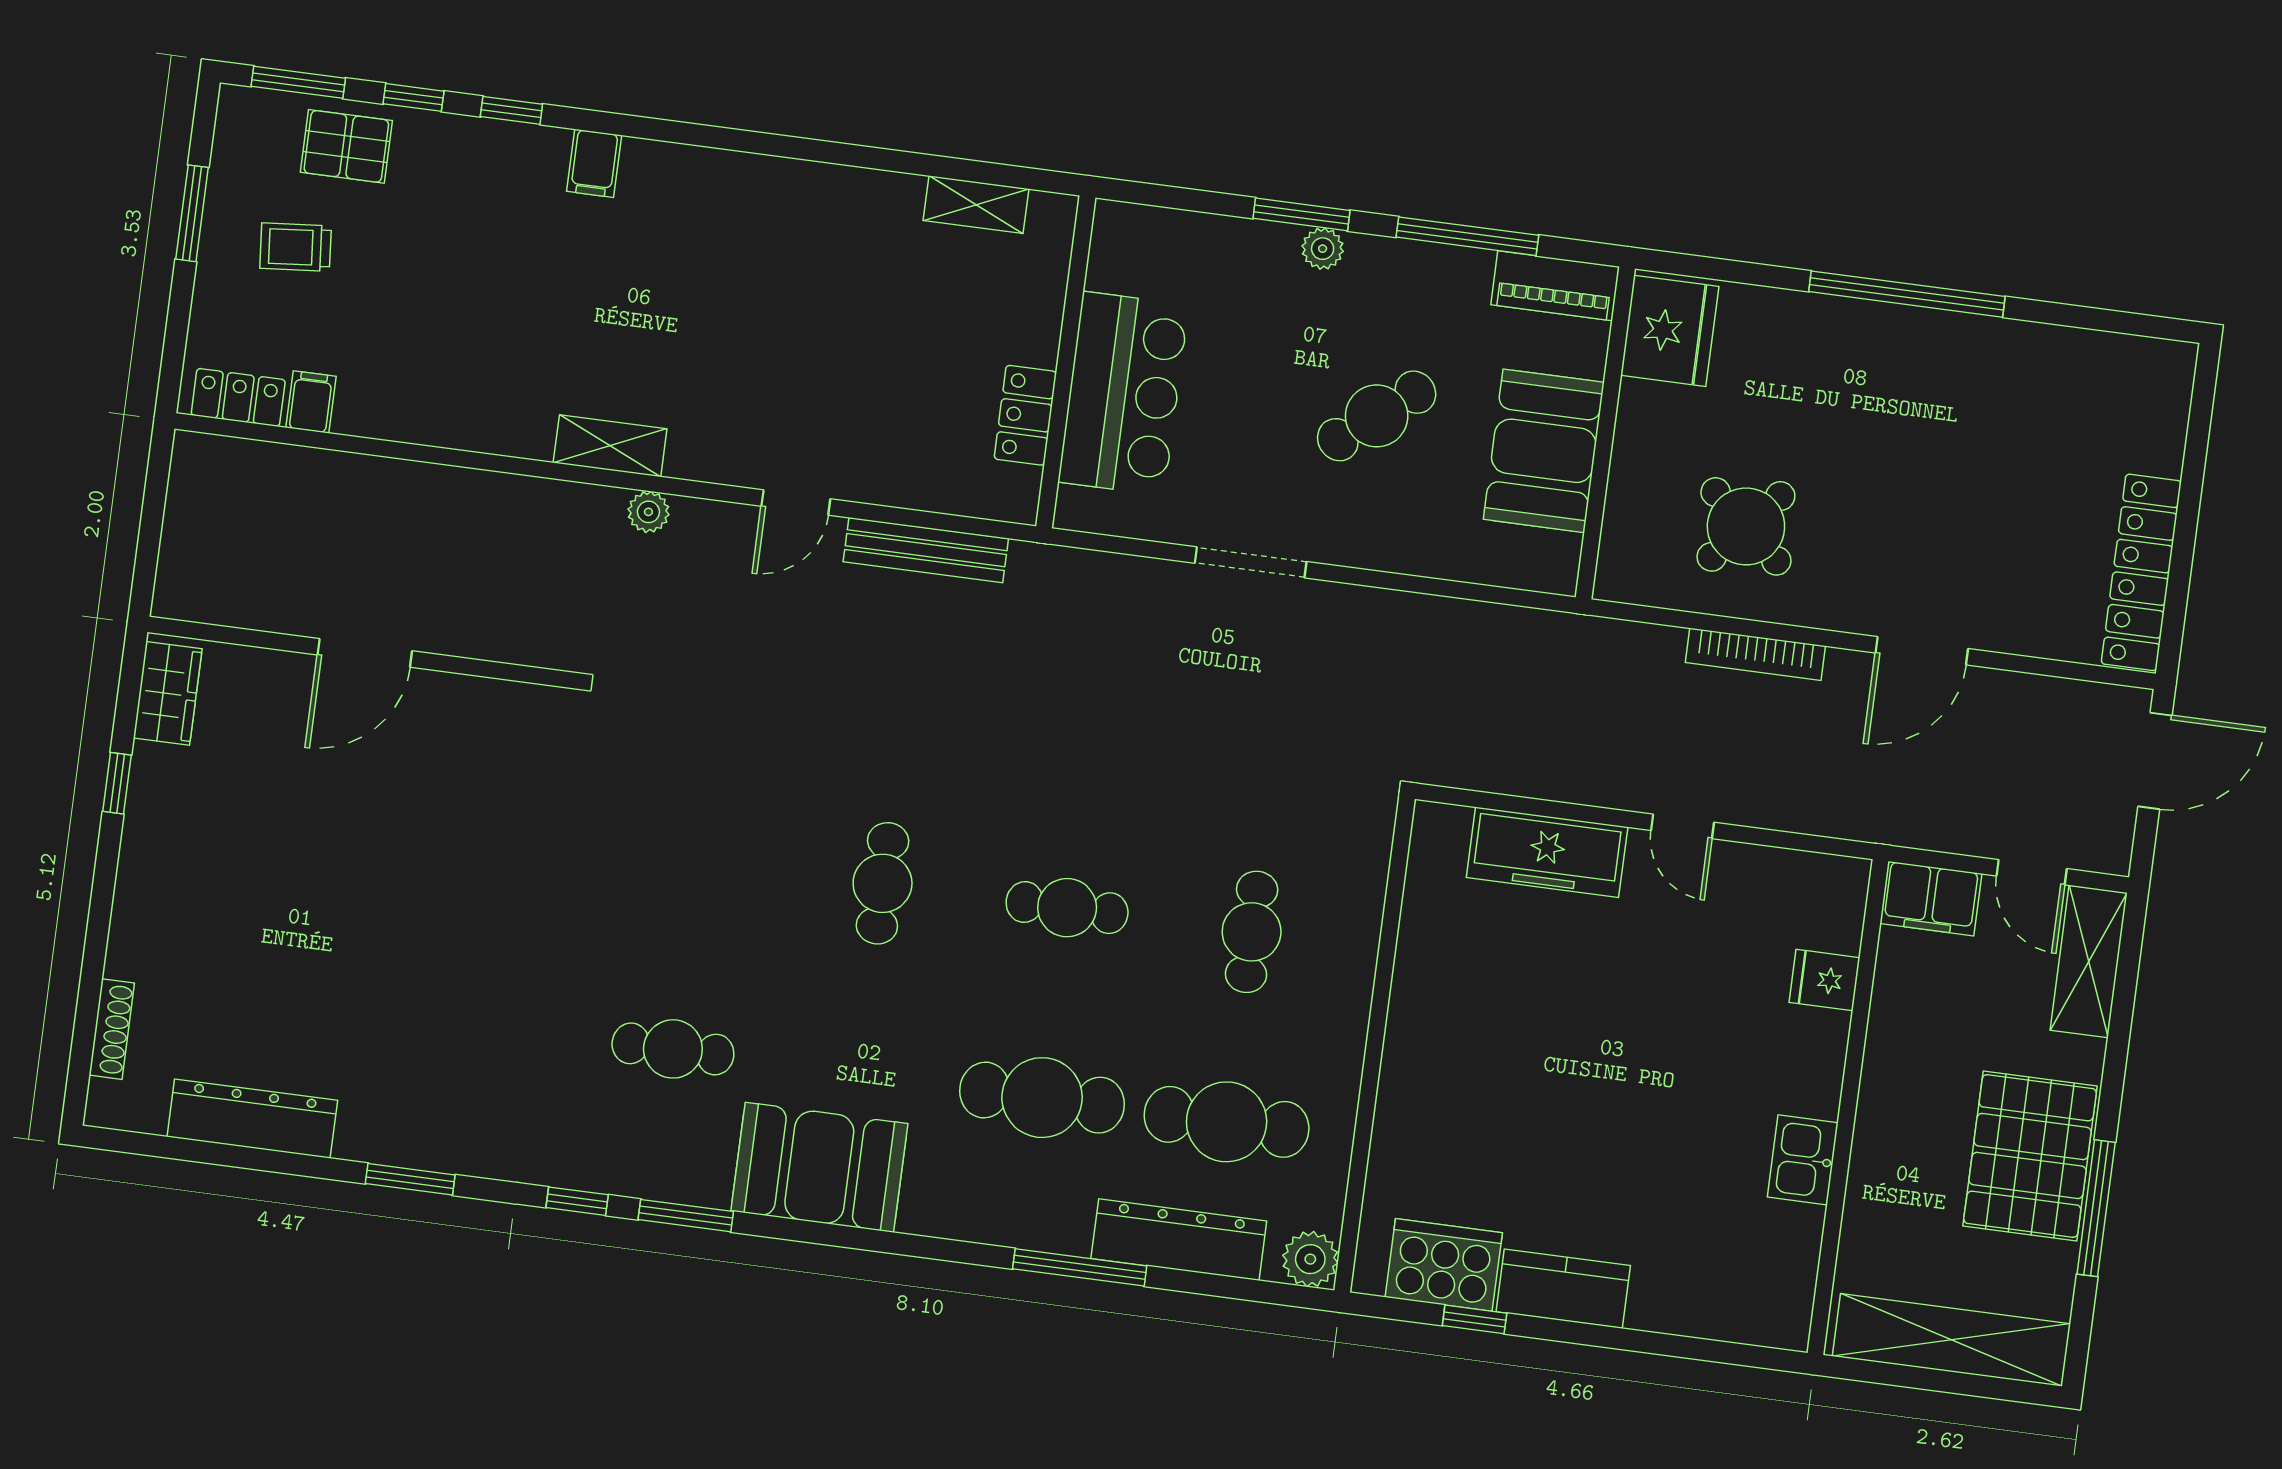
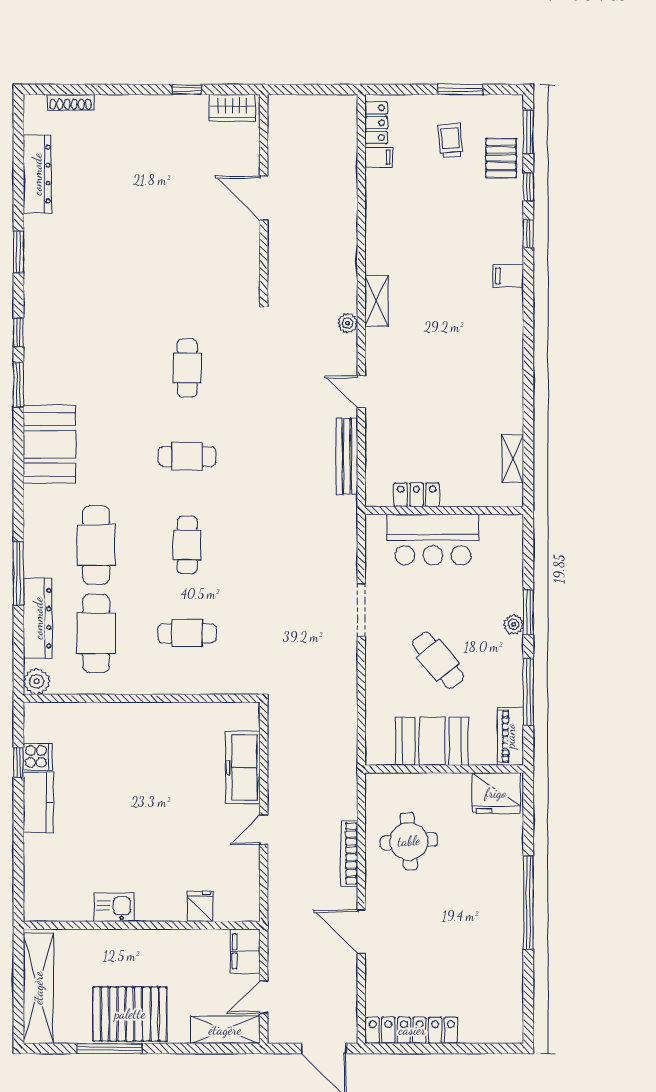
round table: (1746, 526) -> (409, 841), turned 45
cafe table: (673, 1049) -> (187, 368), moved
cooker: (1444, 1265) -> (38, 756), width x0.53, depth x0.76

